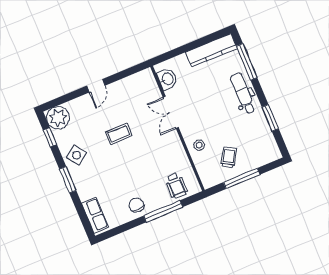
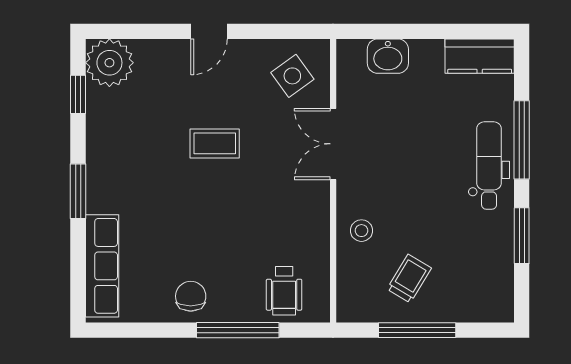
kitchen counter: (211, 50) -> (480, 56), width x0.67
window: (247, 62) -> (522, 140), moved
washbasin: (167, 79) -> (388, 56), moved, turned 90
side table: (77, 155) -> (292, 76), moved
row of seats: (95, 215) -> (102, 266), width x1.48

